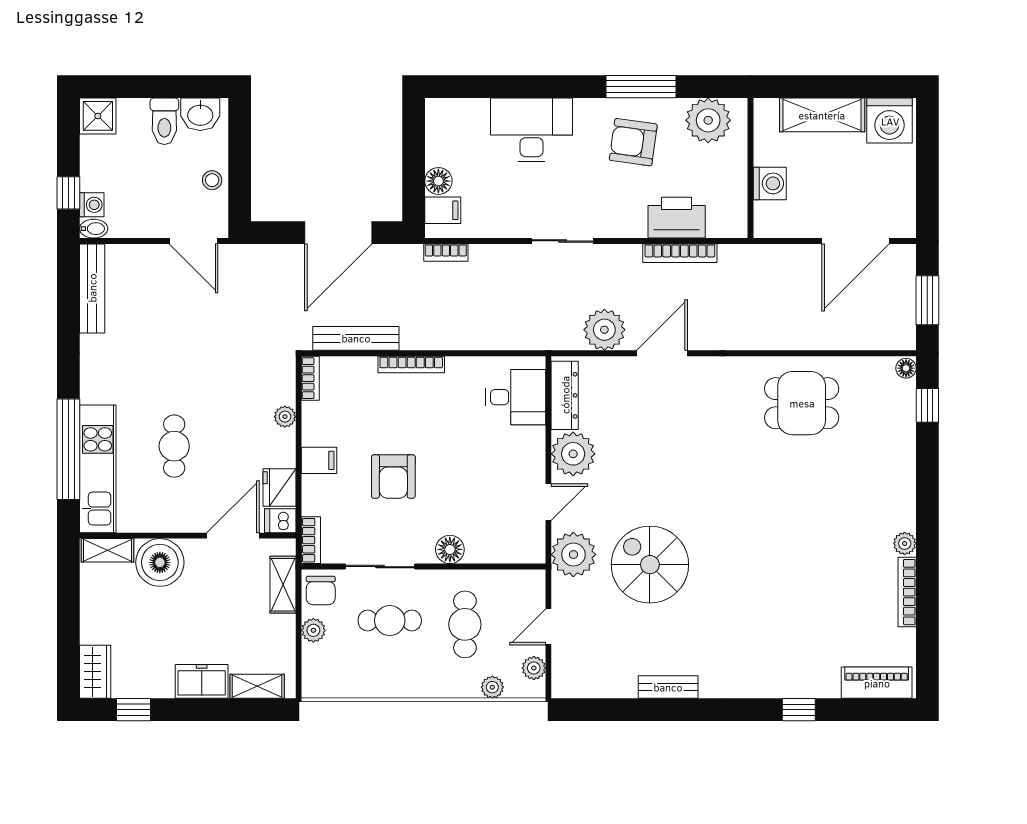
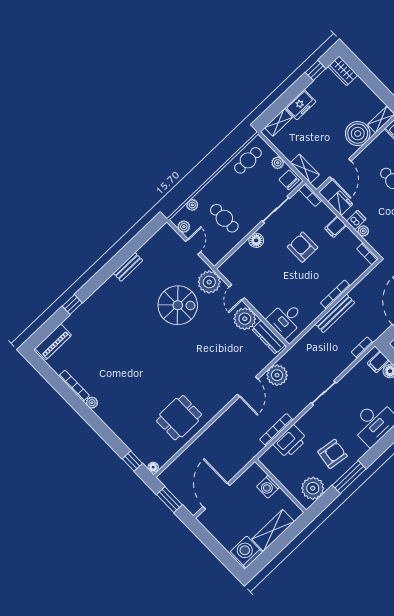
bench: (356, 338) -> (335, 313), moved
dishwasher: (280, 521) -> (356, 220), moved
cafe table: (390, 621) -> (248, 160), moved

